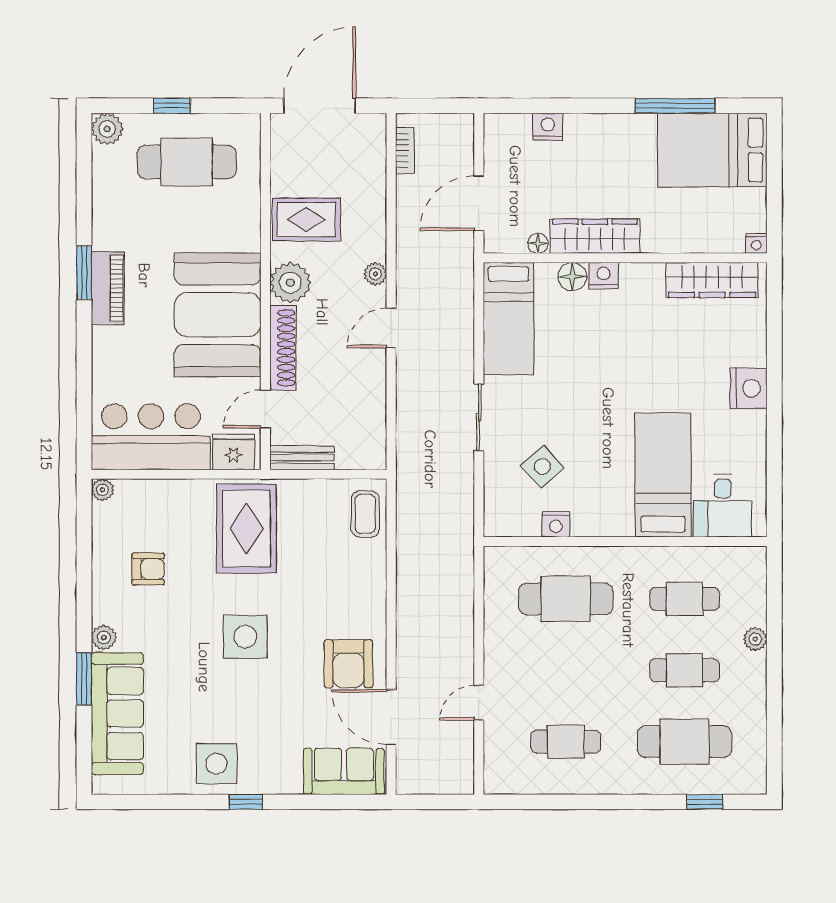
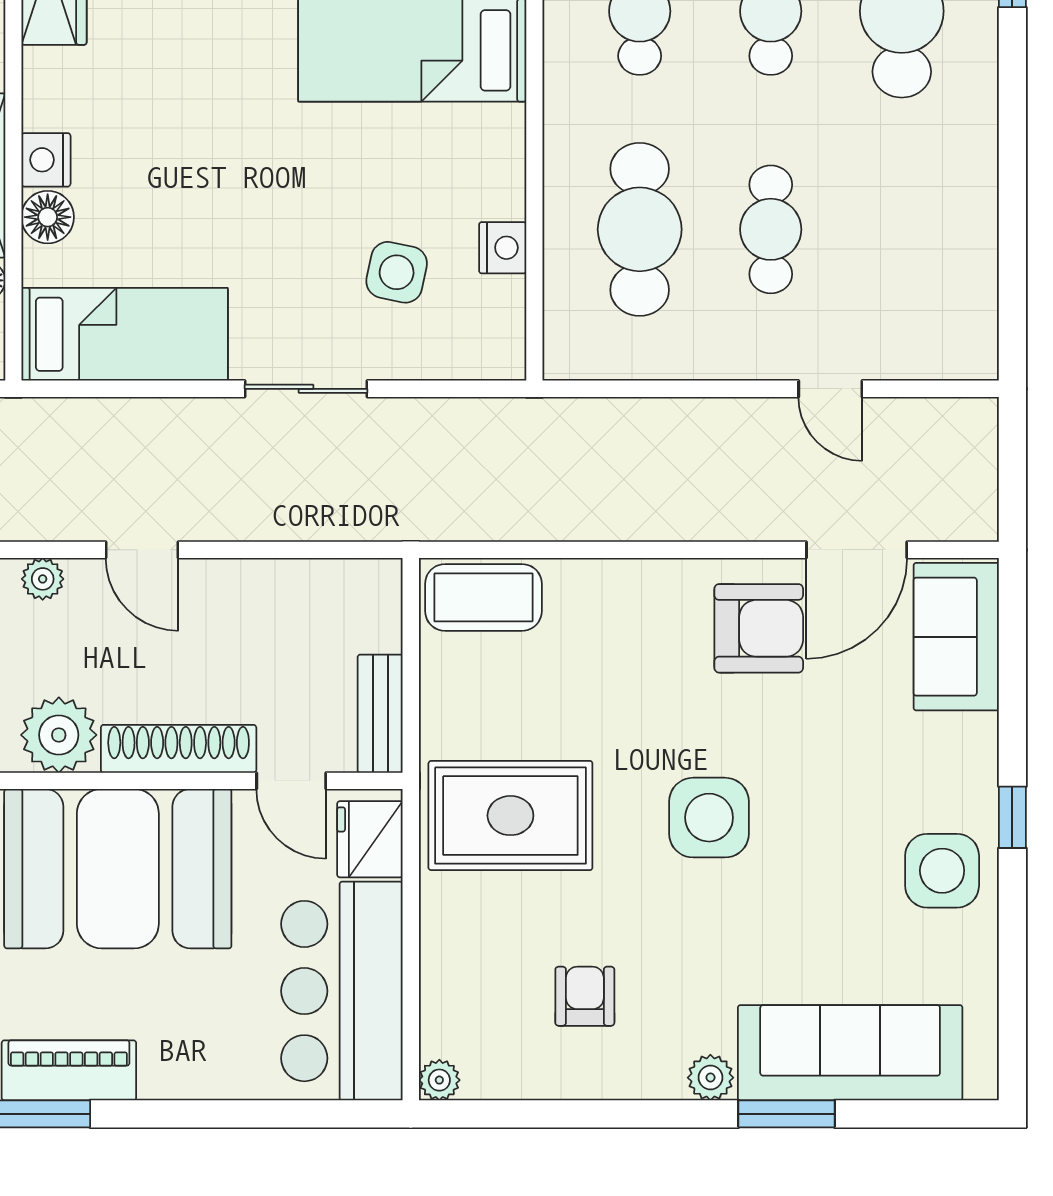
side table: (542, 467) -> (397, 272), turned -37
coffee table: (365, 514) -> (483, 597), width x1.36, depth x1.30
cafe table: (566, 742) -> (771, 229), moved

